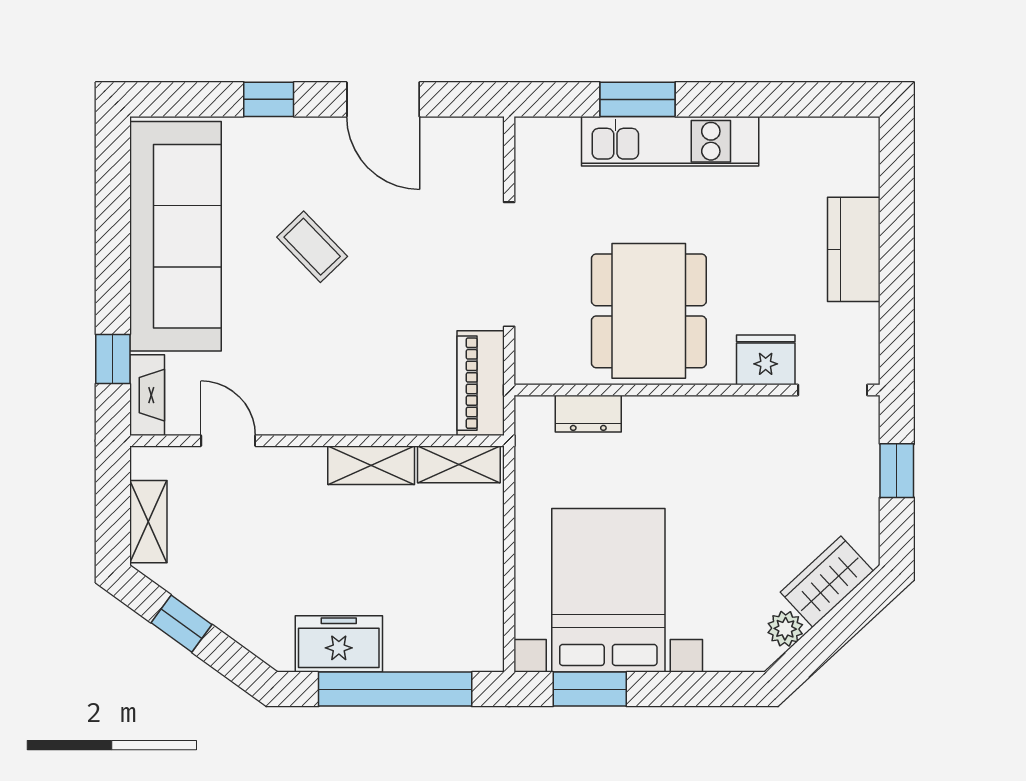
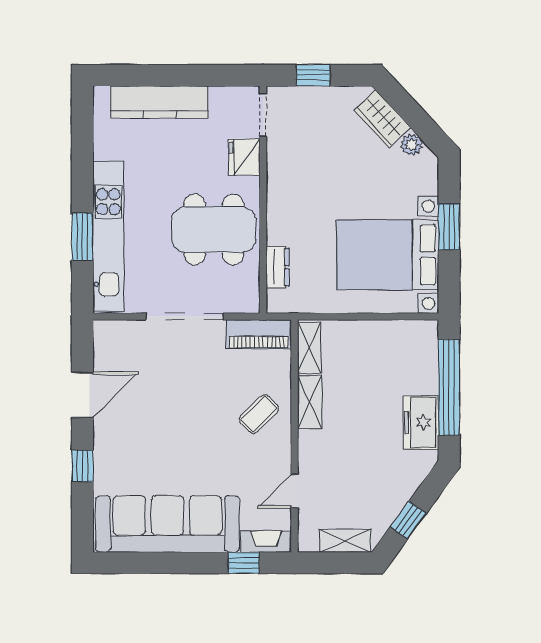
kitchen unit: (670, 141) -> (108, 236), width x1.36
coffee table: (312, 247) -> (259, 414), moved
kitchen counter: (854, 249) -> (159, 102), width x1.50
window: (590, 689) -> (449, 227), moved

